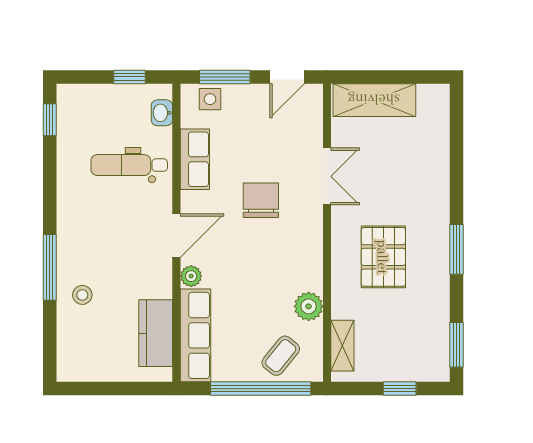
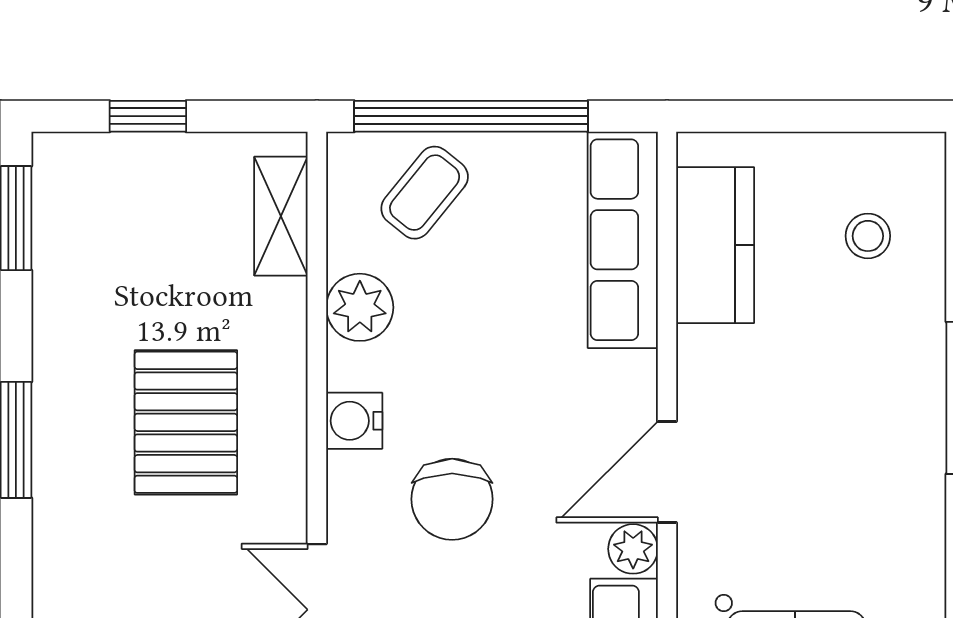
chair: (261, 200) -> (452, 499), moved
water cooler: (311, 258) -> (354, 421), added
plant: (191, 276) -> (633, 549), moved
stool: (82, 295) -> (868, 236), moved

